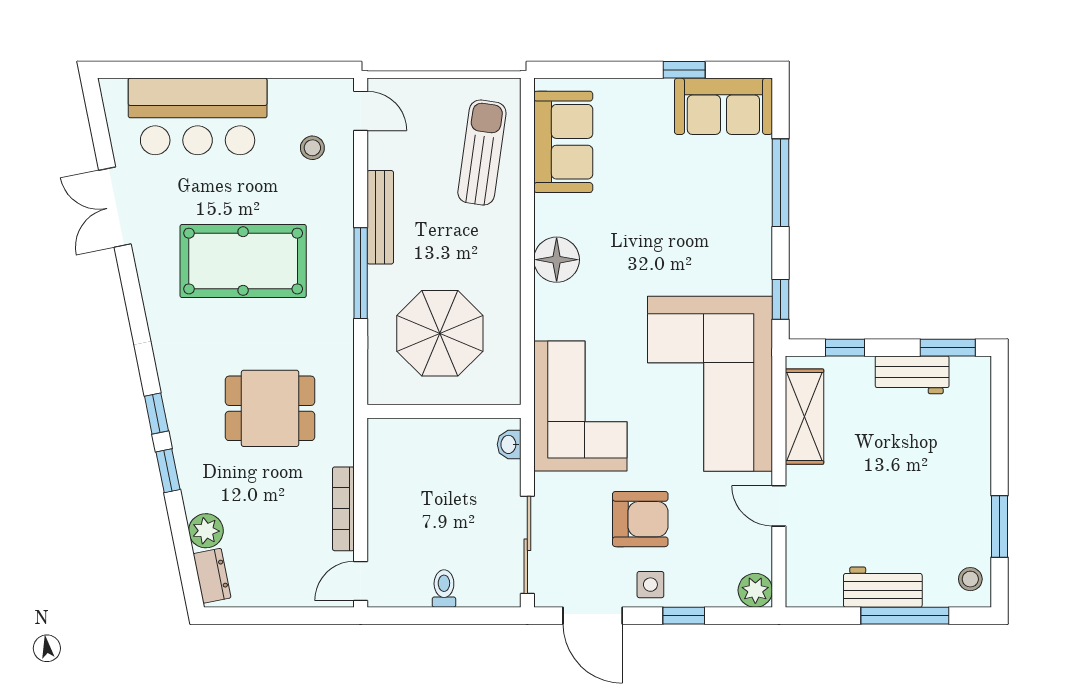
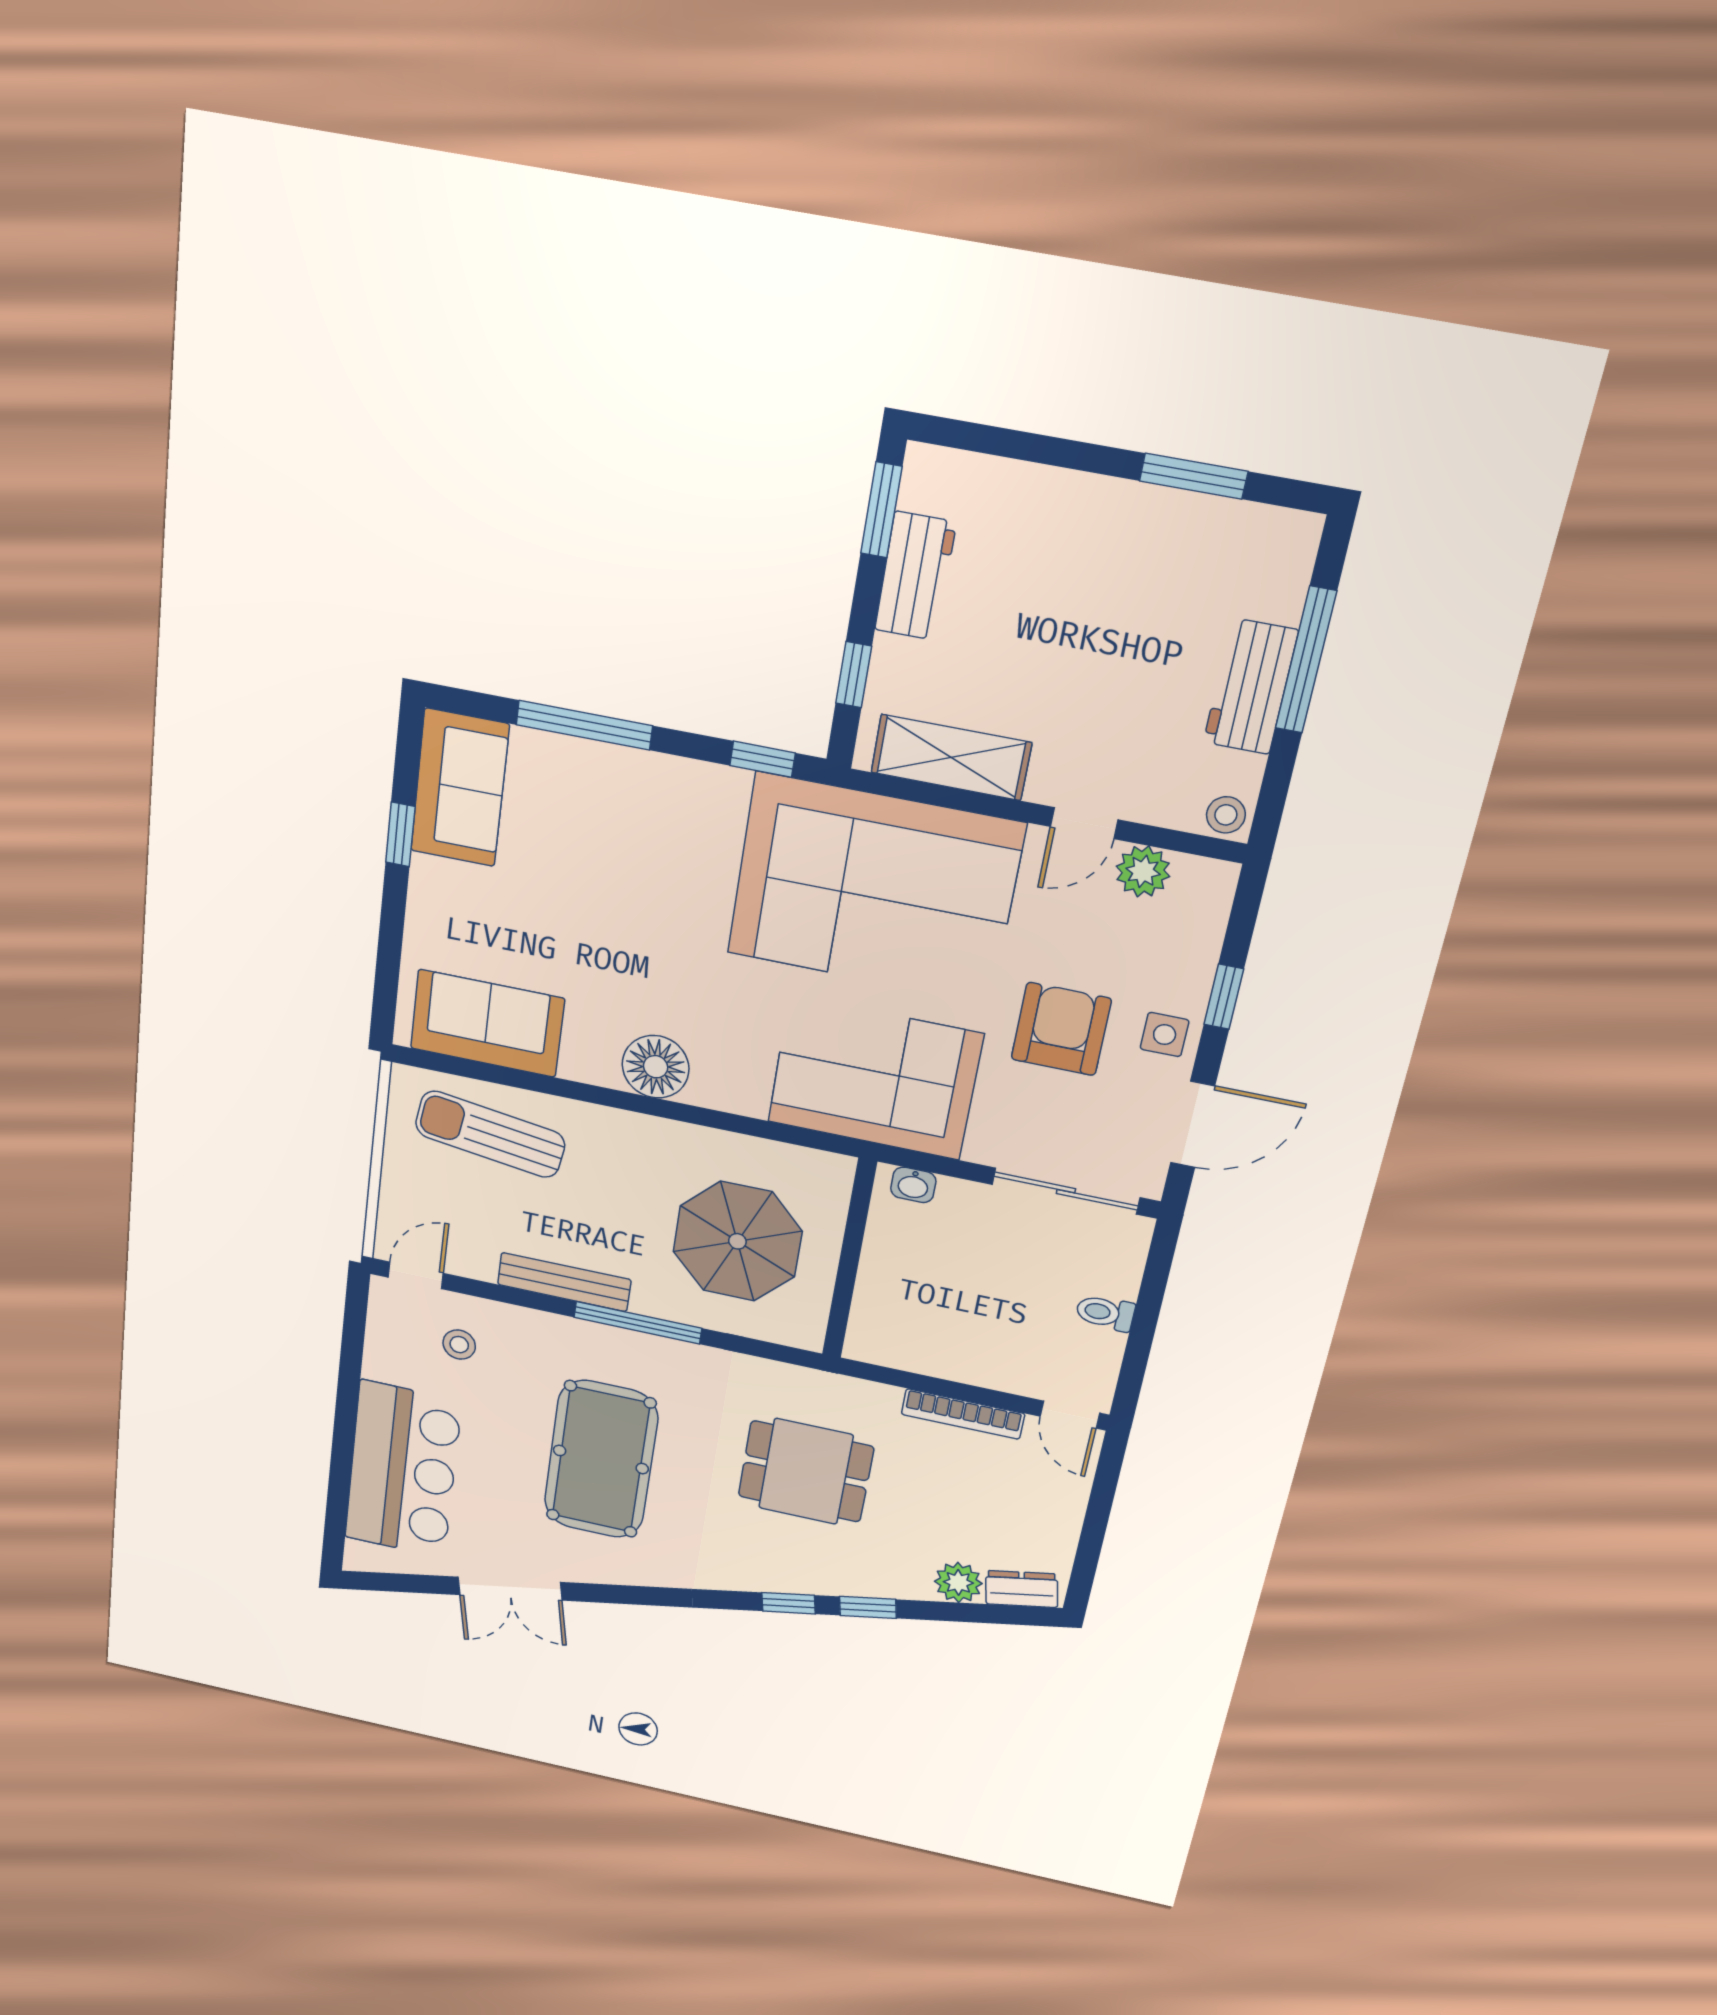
dining table: (270, 408) -> (806, 1471), turned 90
stool: (970, 579) -> (1226, 815), moved
plant: (755, 590) -> (1143, 871), moved

